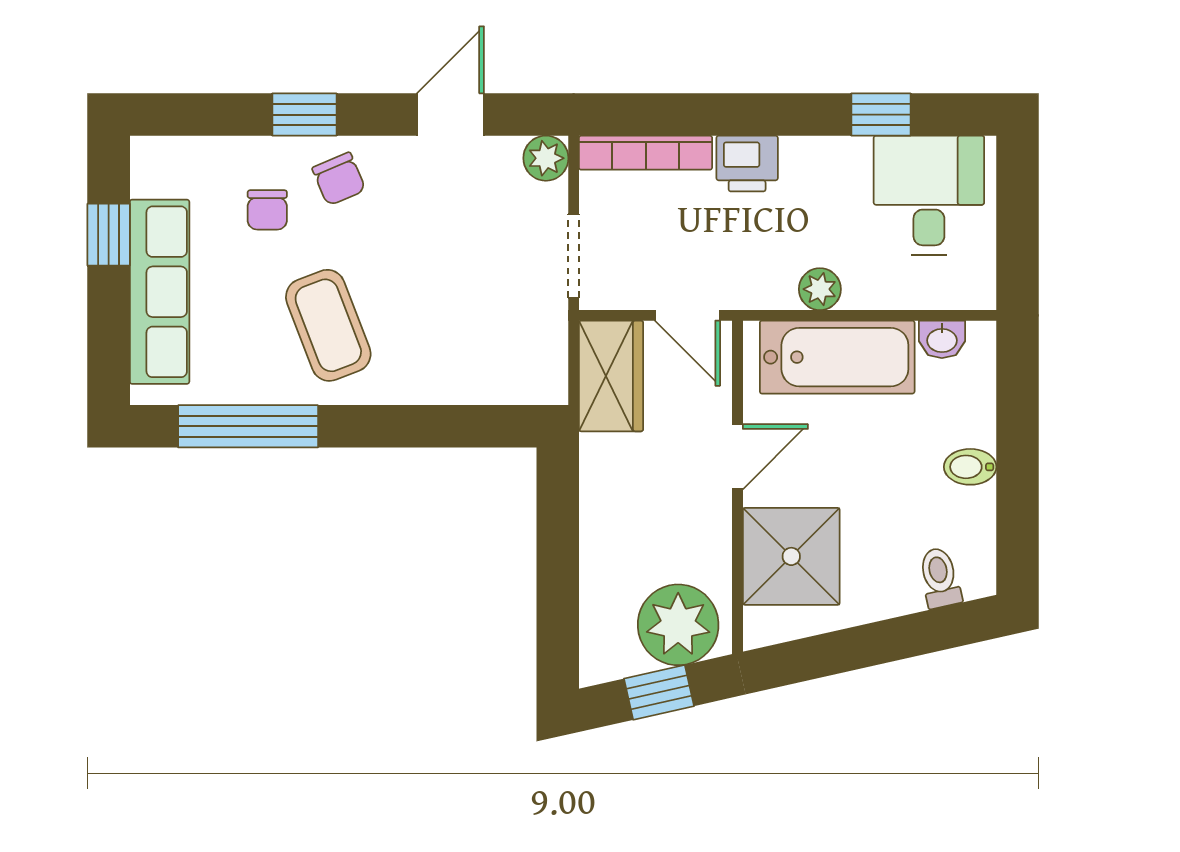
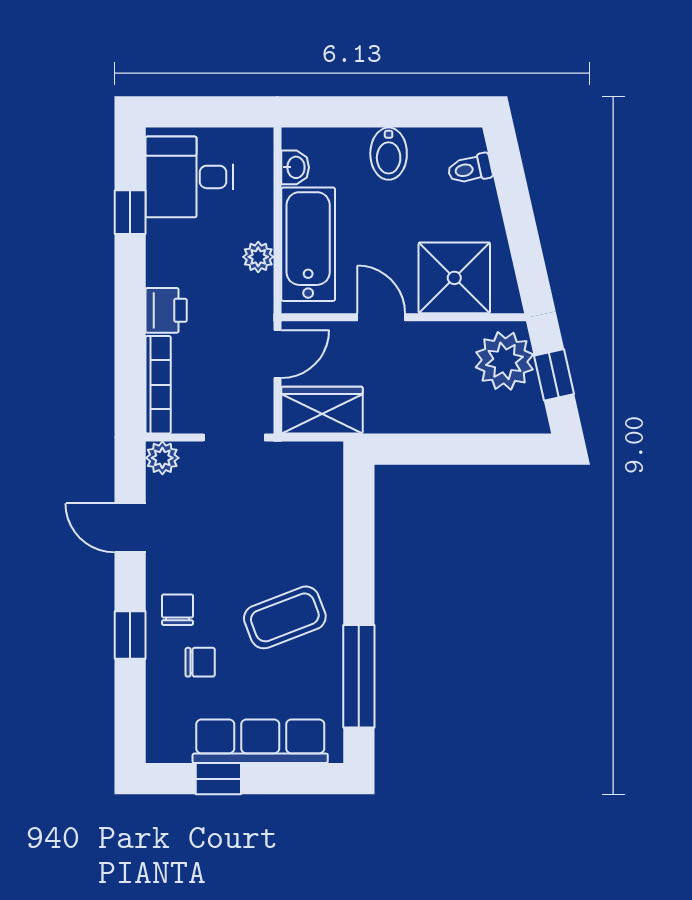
chair: (339, 179) -> (177, 610), turned -67
bidet: (970, 467) -> (389, 154), width x1.38, depth x1.36

